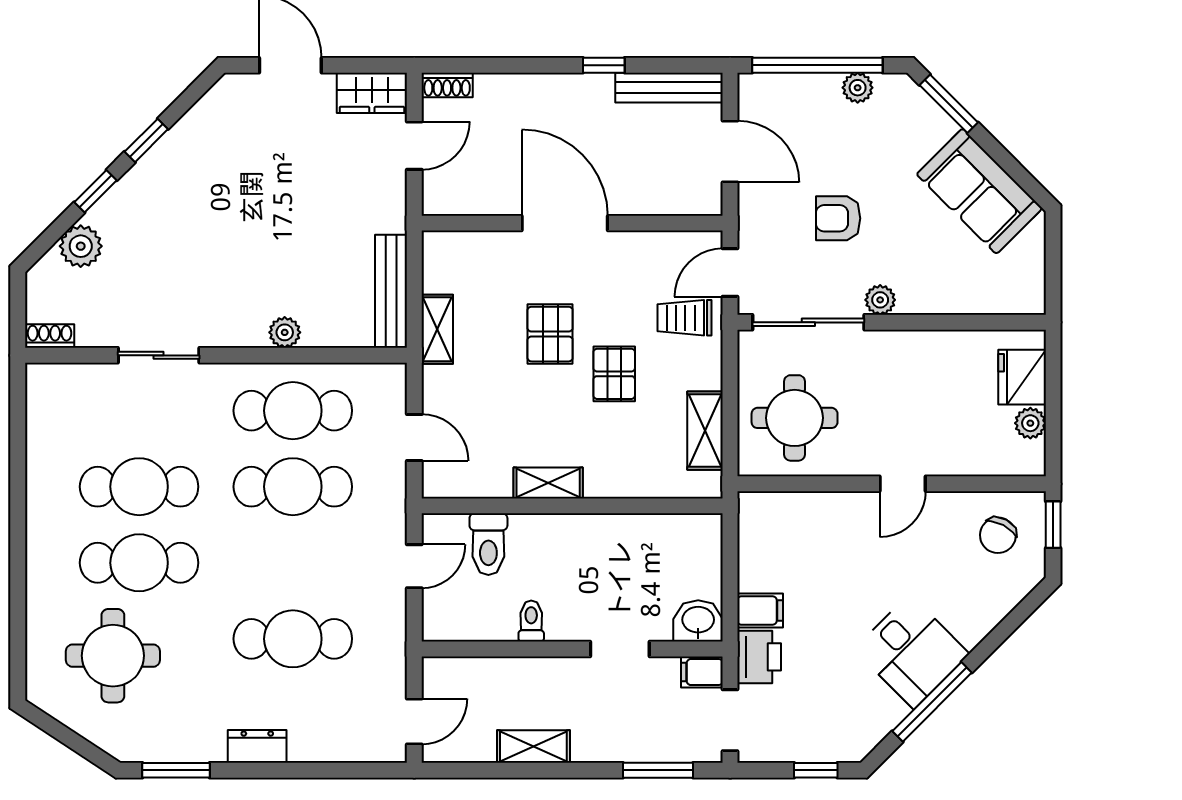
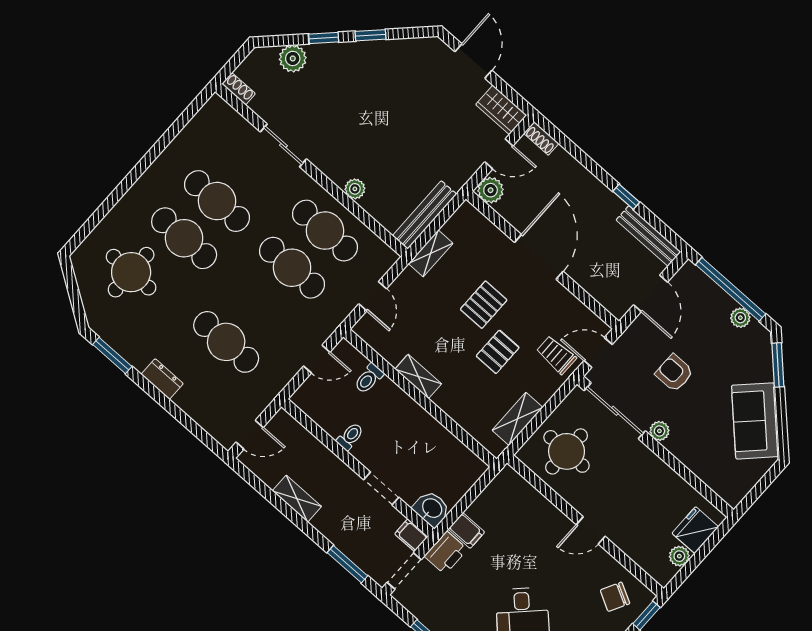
plant: (441, 196) -> (491, 190), added
toilet: (488, 544) -> (369, 378), width x0.73, depth x0.72

